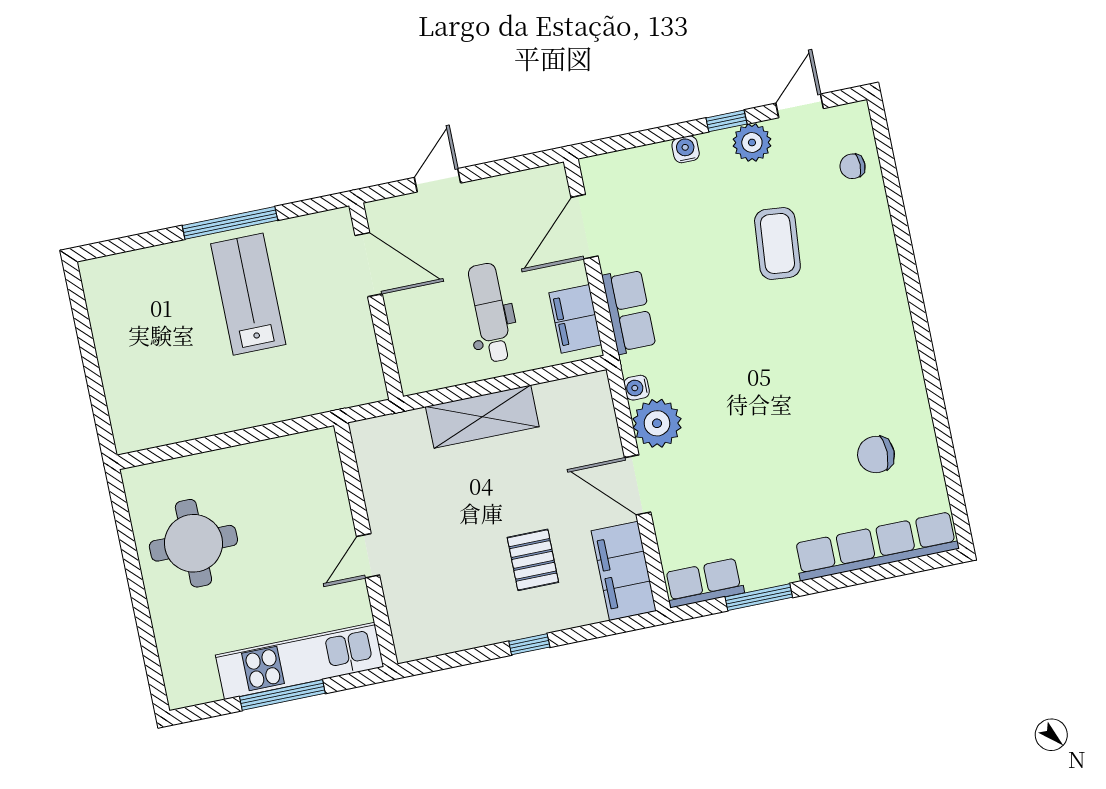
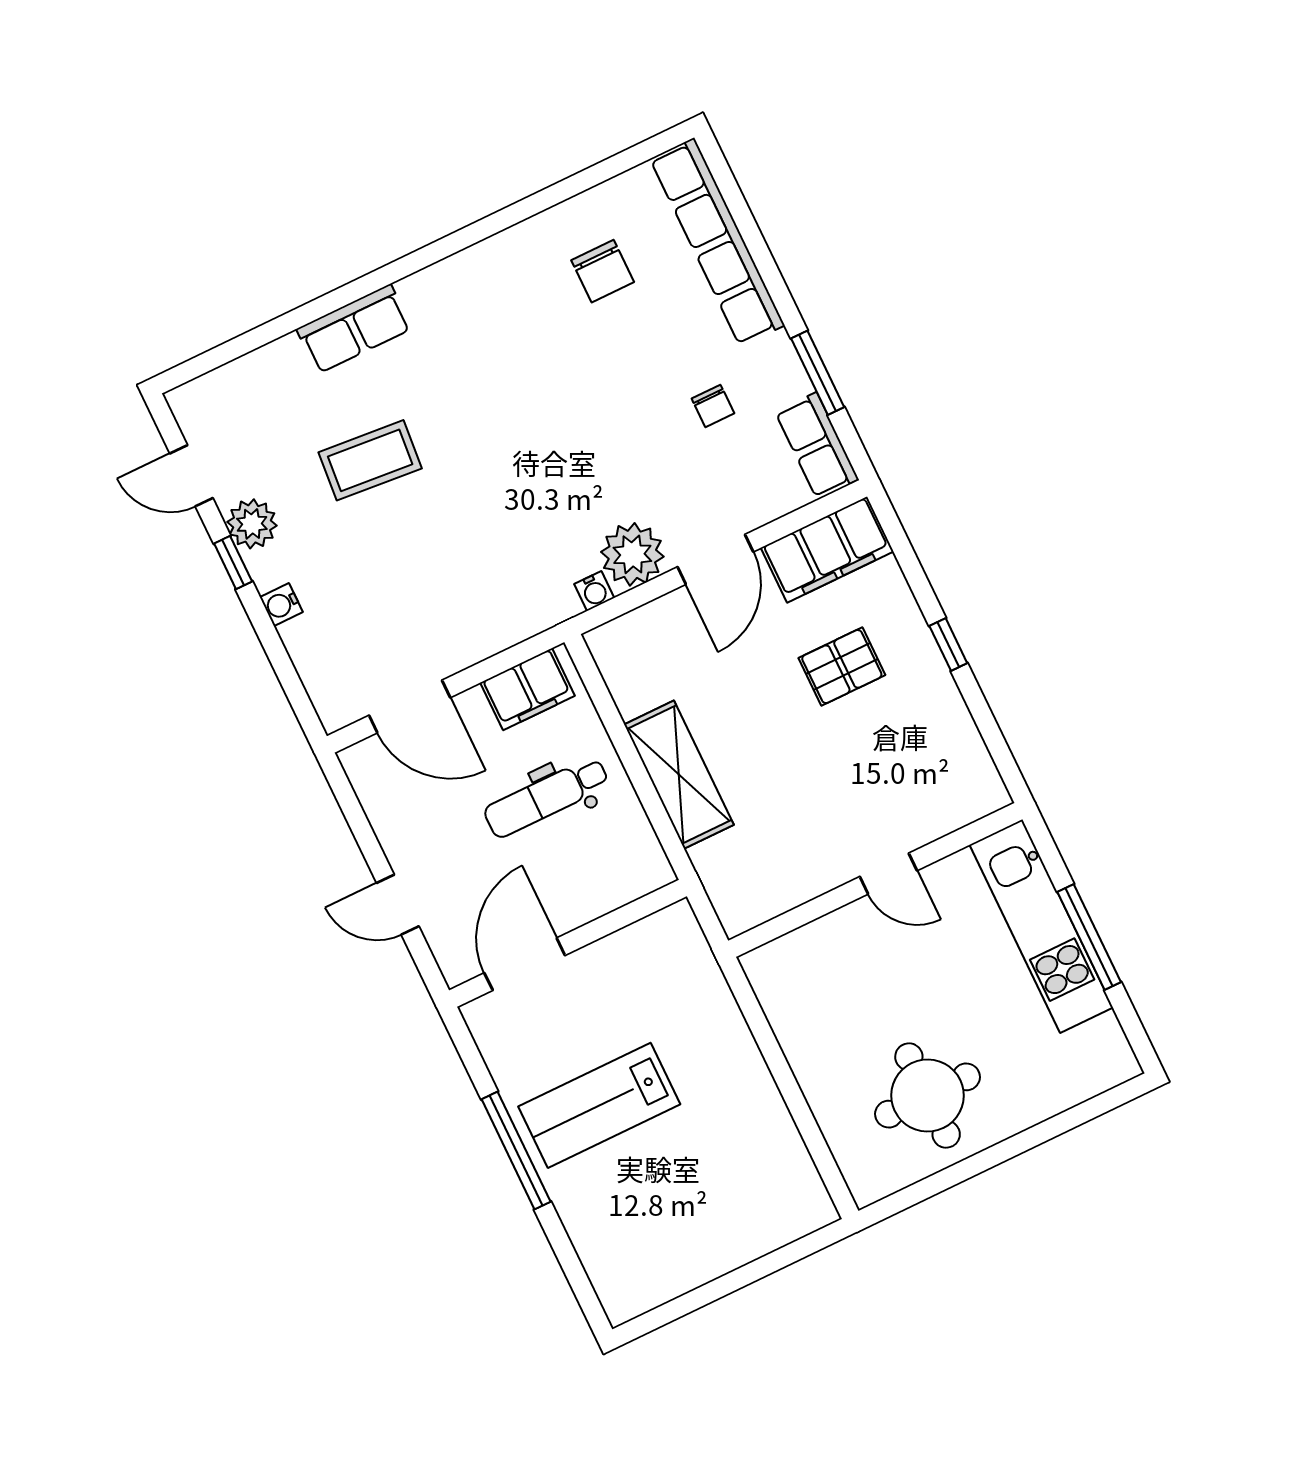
chair: (853, 166) -> (713, 406), moved
row of seats: (629, 311) -> (354, 329), moved, turned 180

